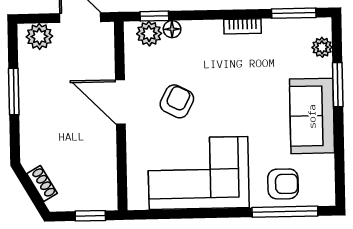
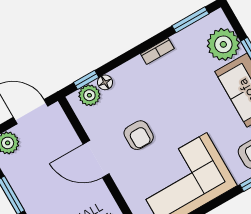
plant: (322, 47) -> (223, 44), width x1.88, depth x1.88
armchair: (177, 101) -> (139, 135), turned 153

